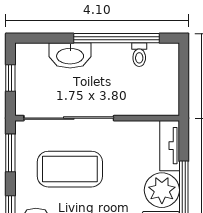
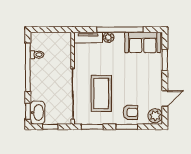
window: (38, 38) -> (28, 111), added
washbasin: (70, 55) -> (38, 113), moved
plant: (162, 190) -> (108, 37), width x0.53, depth x0.53

